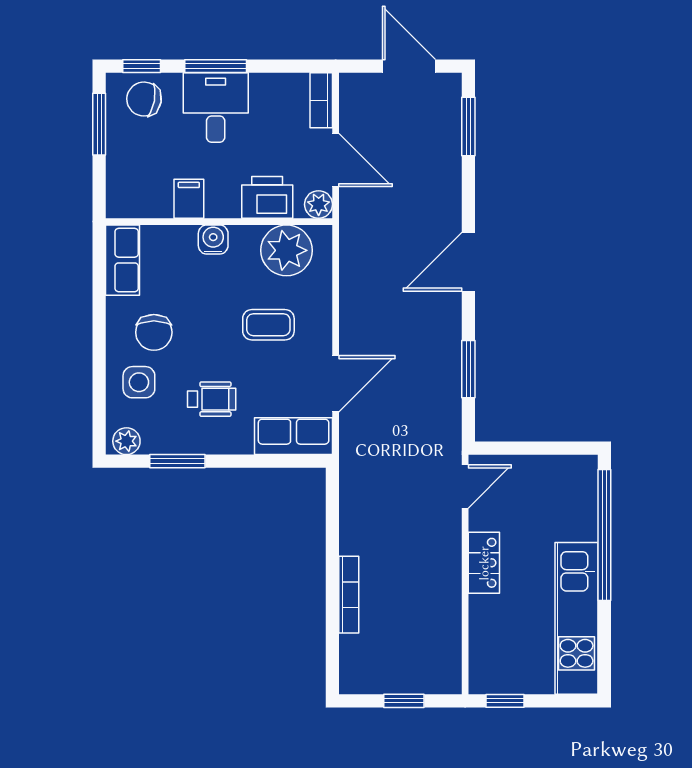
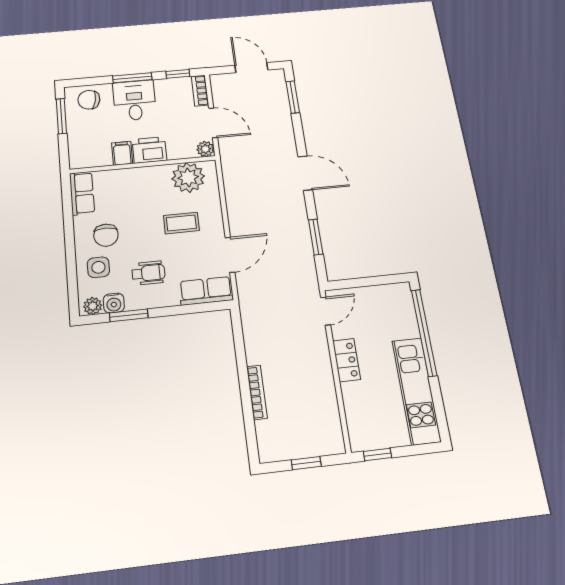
window: (142, 66) -> (178, 74), moved
printer: (267, 197) -> (149, 150), moved
water cooler: (213, 239) -> (114, 303), moved, turned 180
door: (468, 262) -> (305, 173), swing flipped

